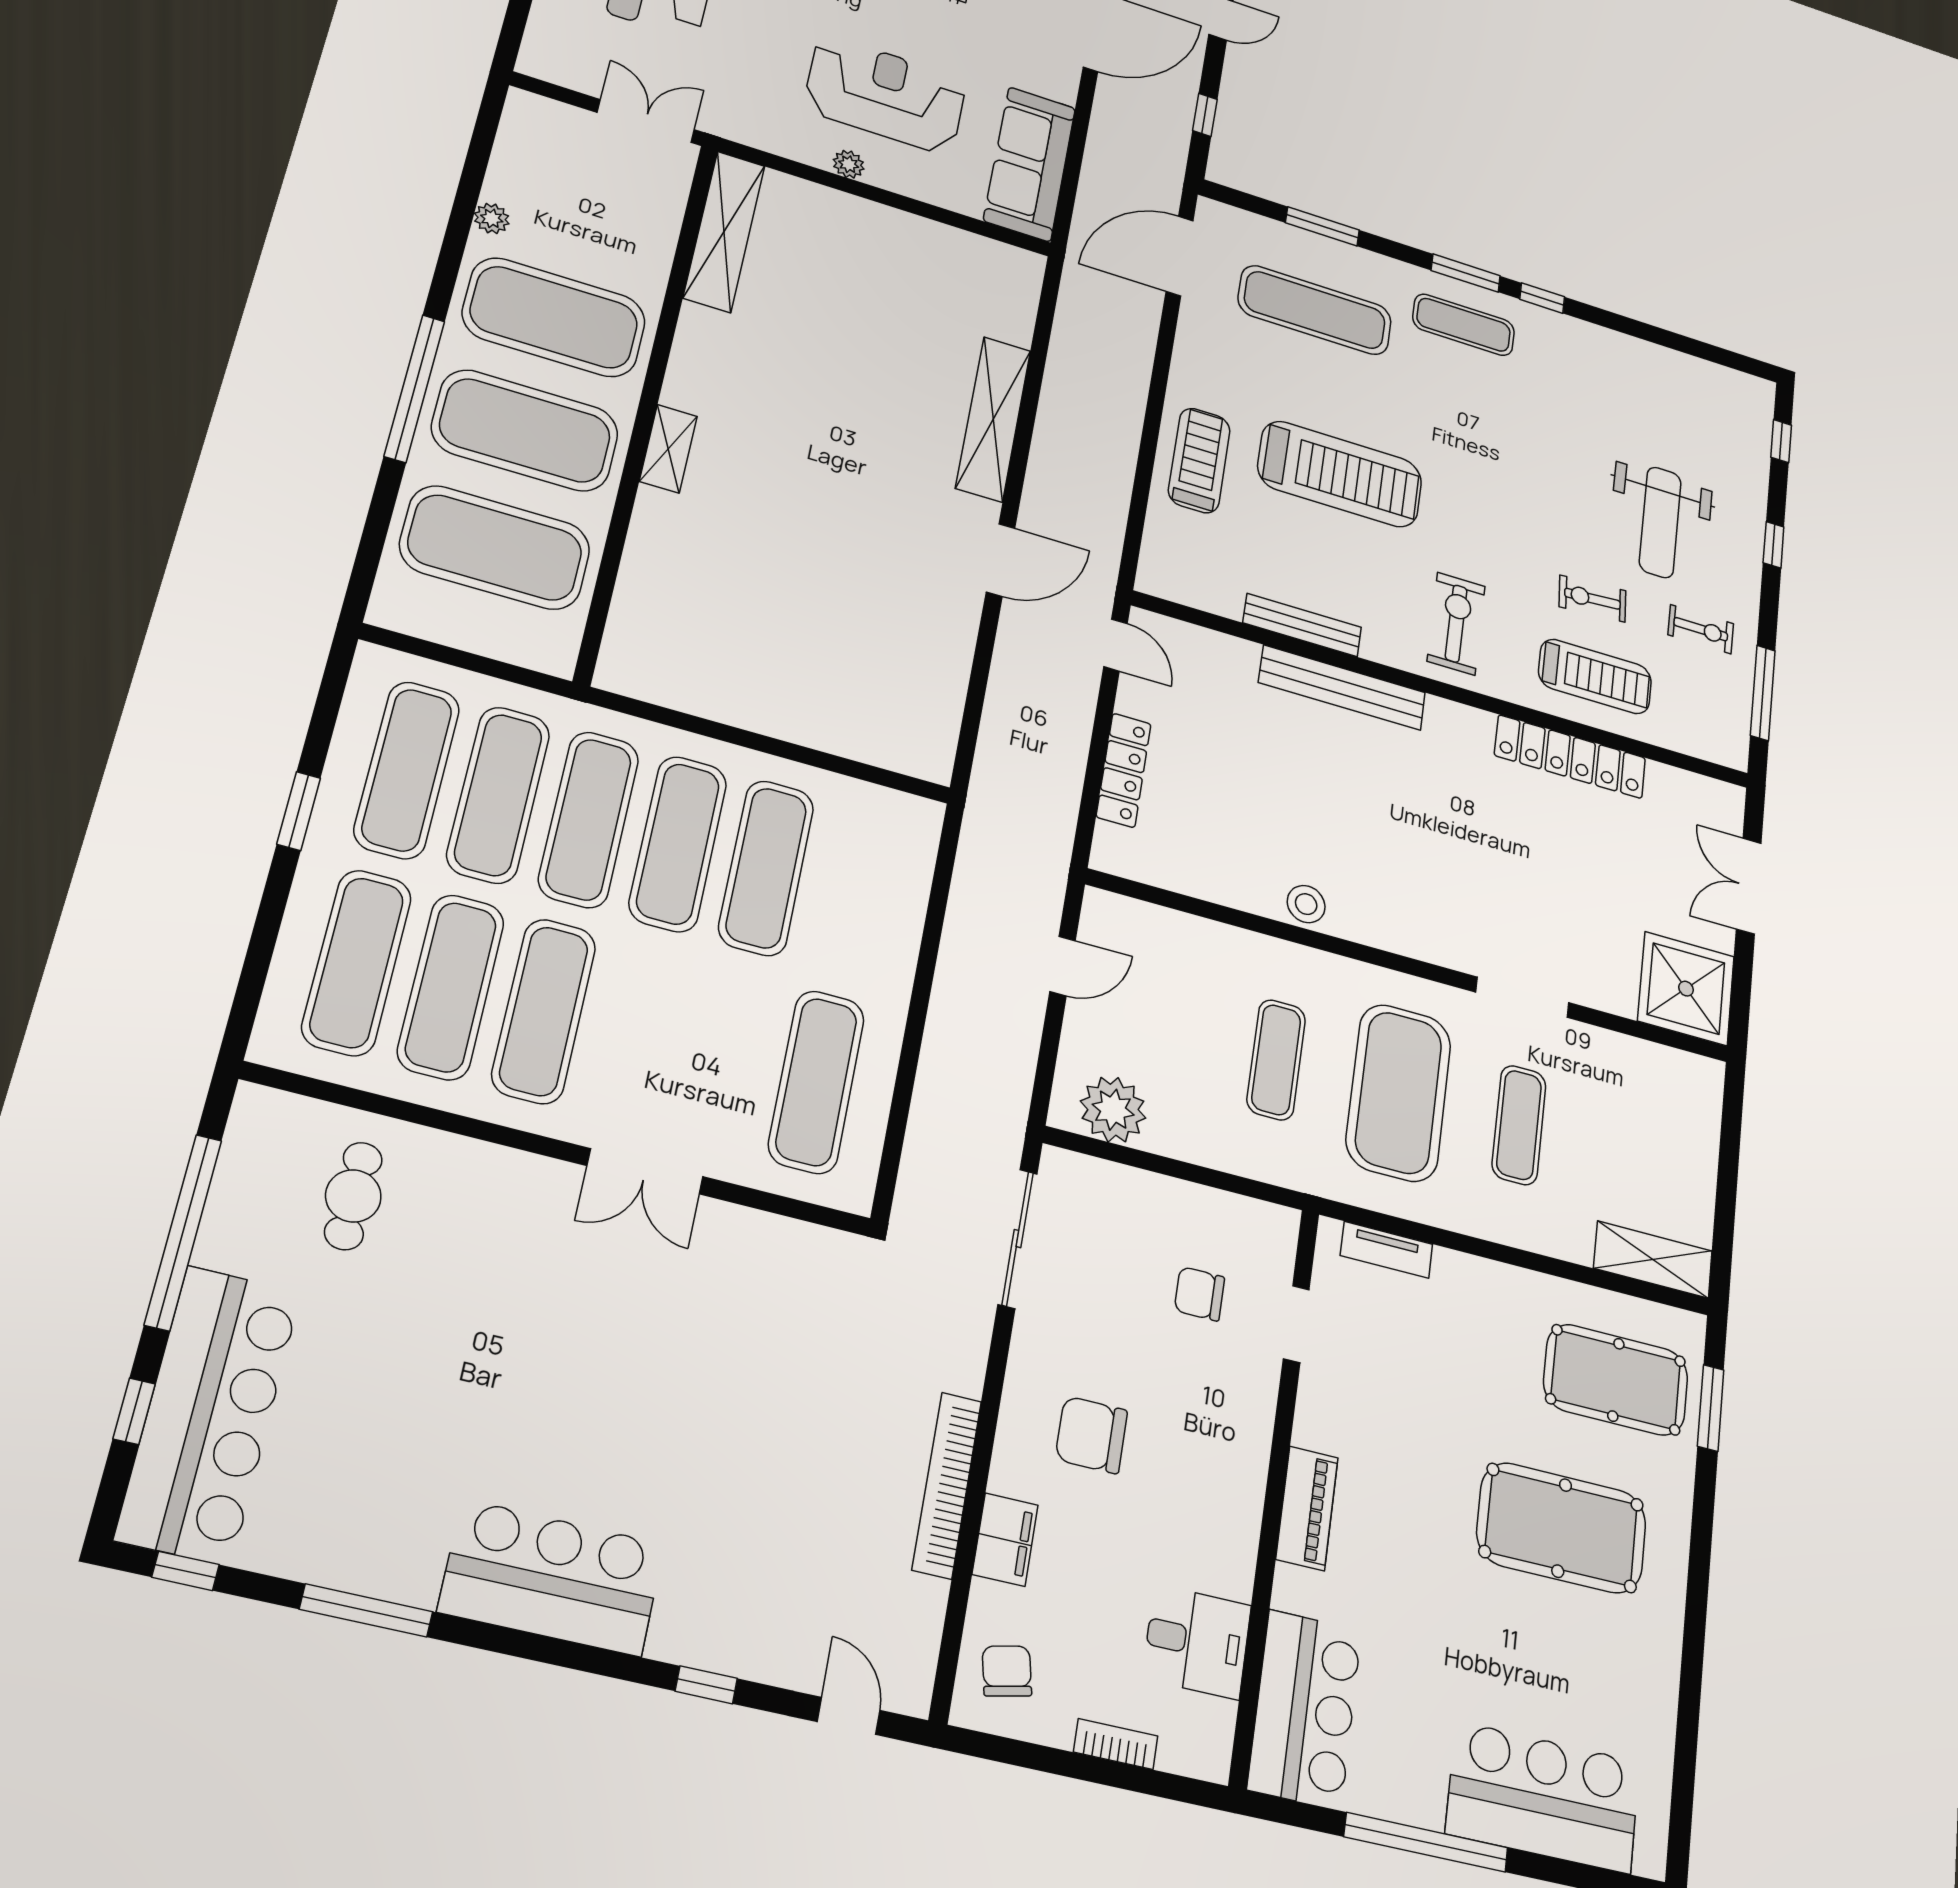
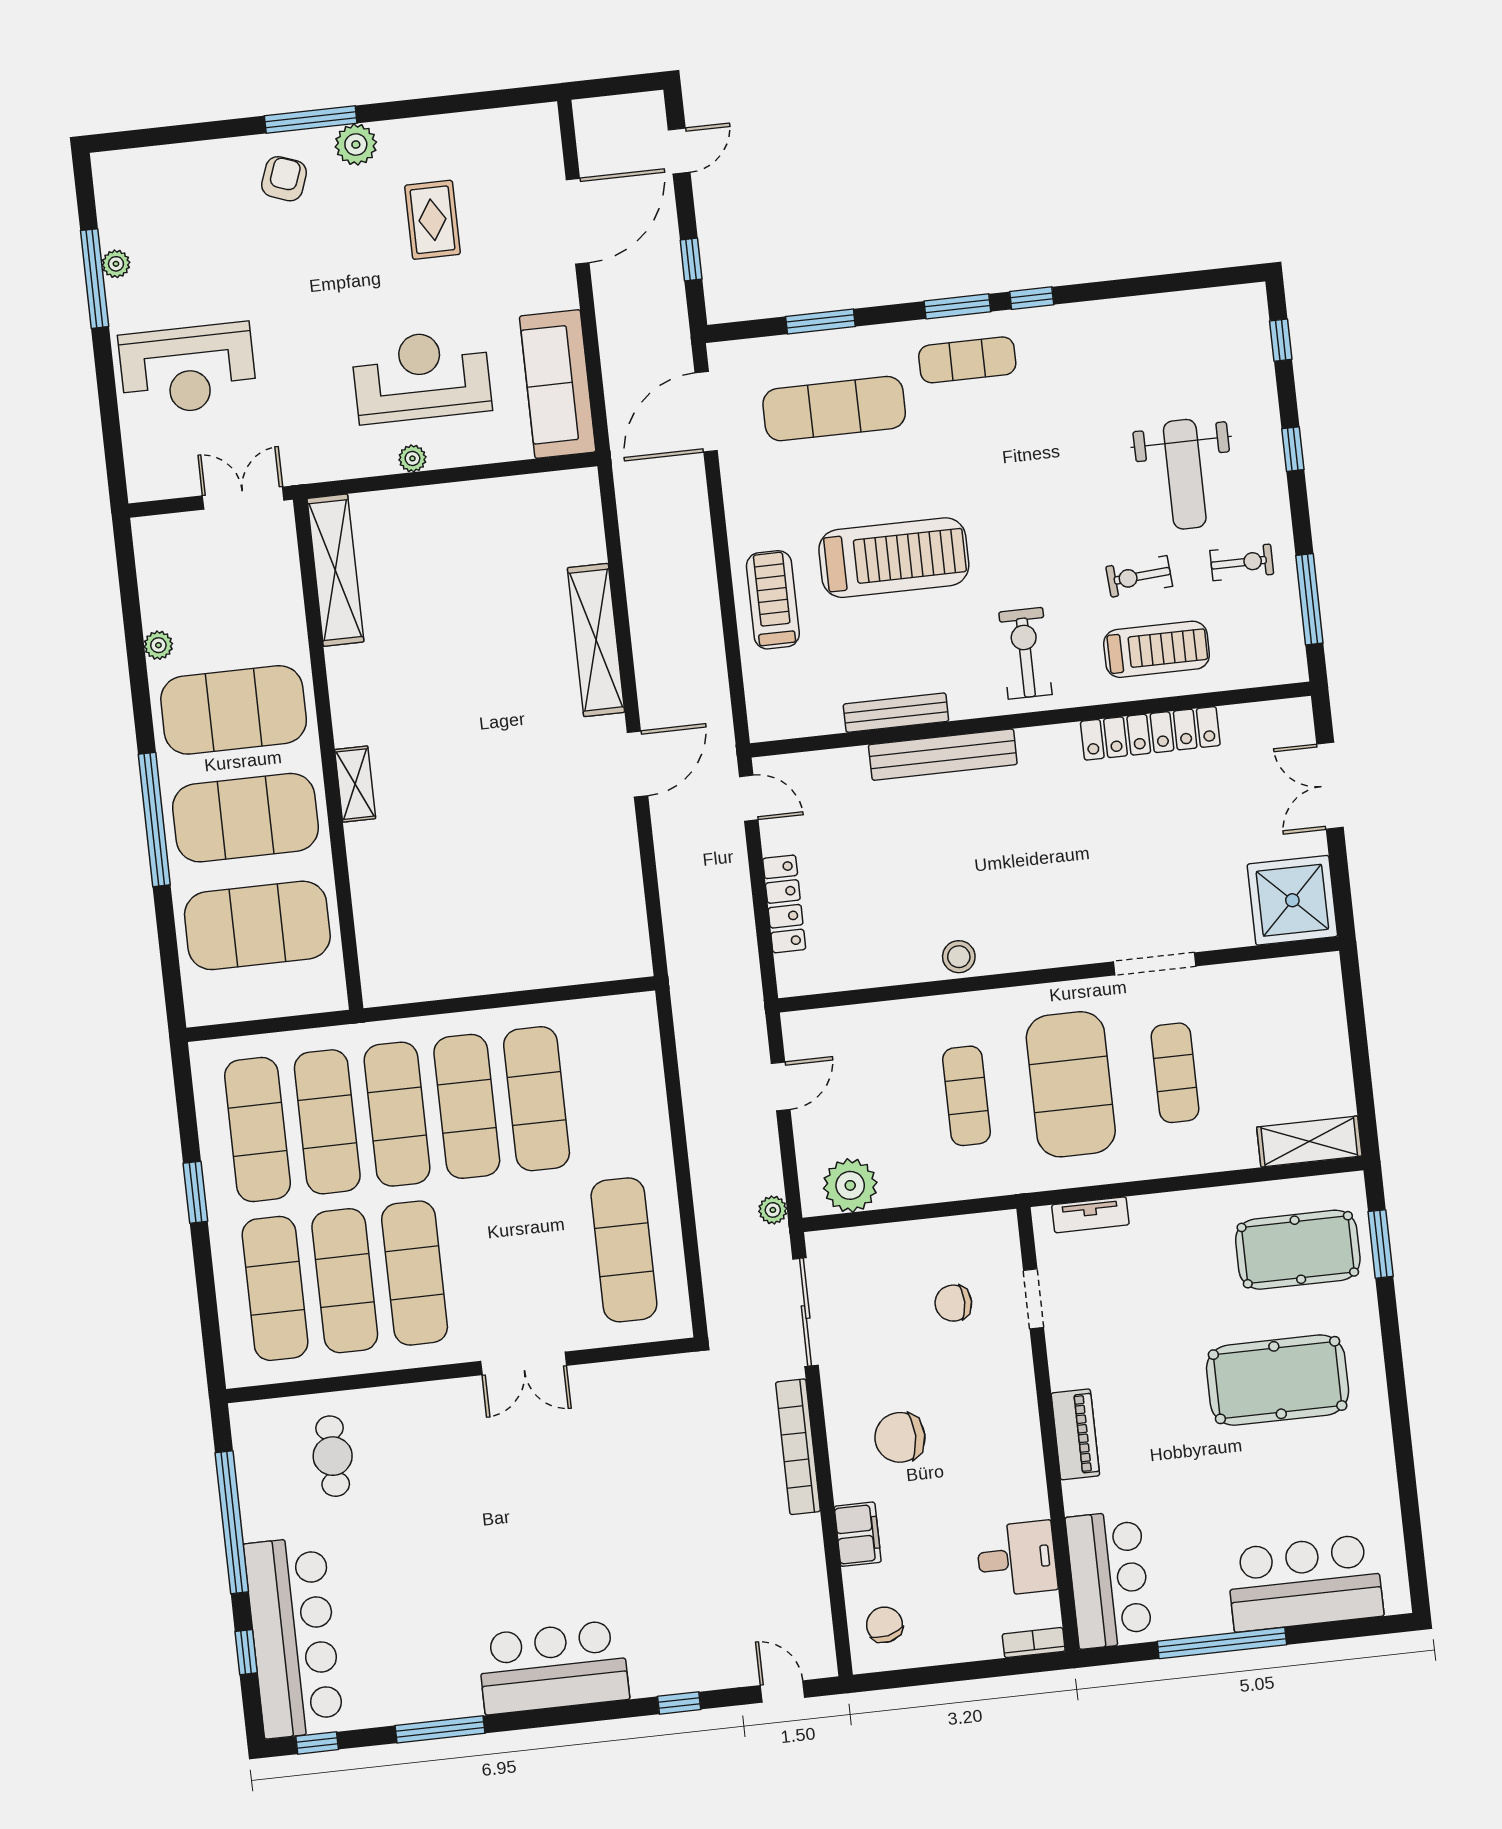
plant: (1013, 1103) -> (773, 1210), added
bookcase: (947, 1485) -> (798, 1447), moved
bookcase: (1116, 1744) -> (1034, 1643), moved

